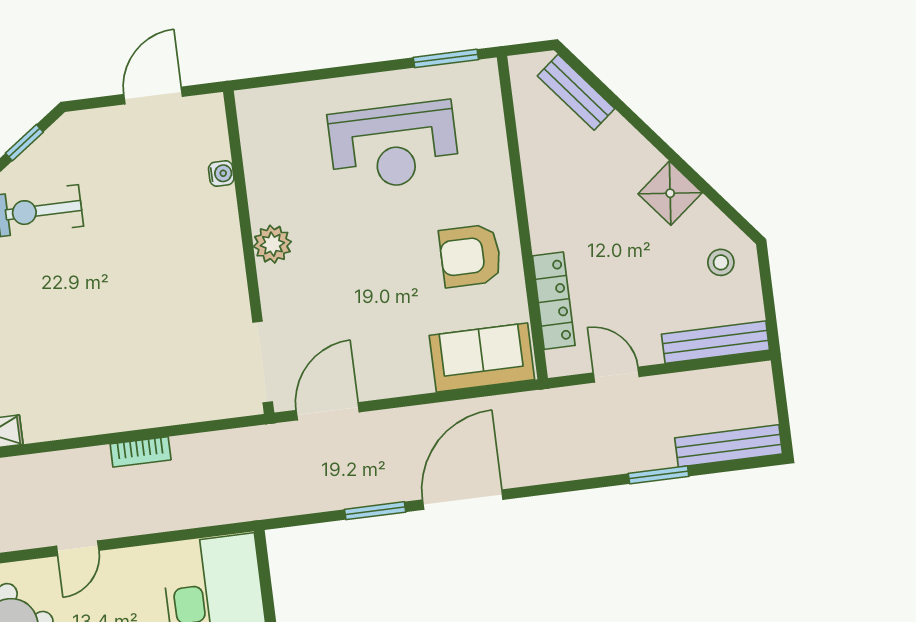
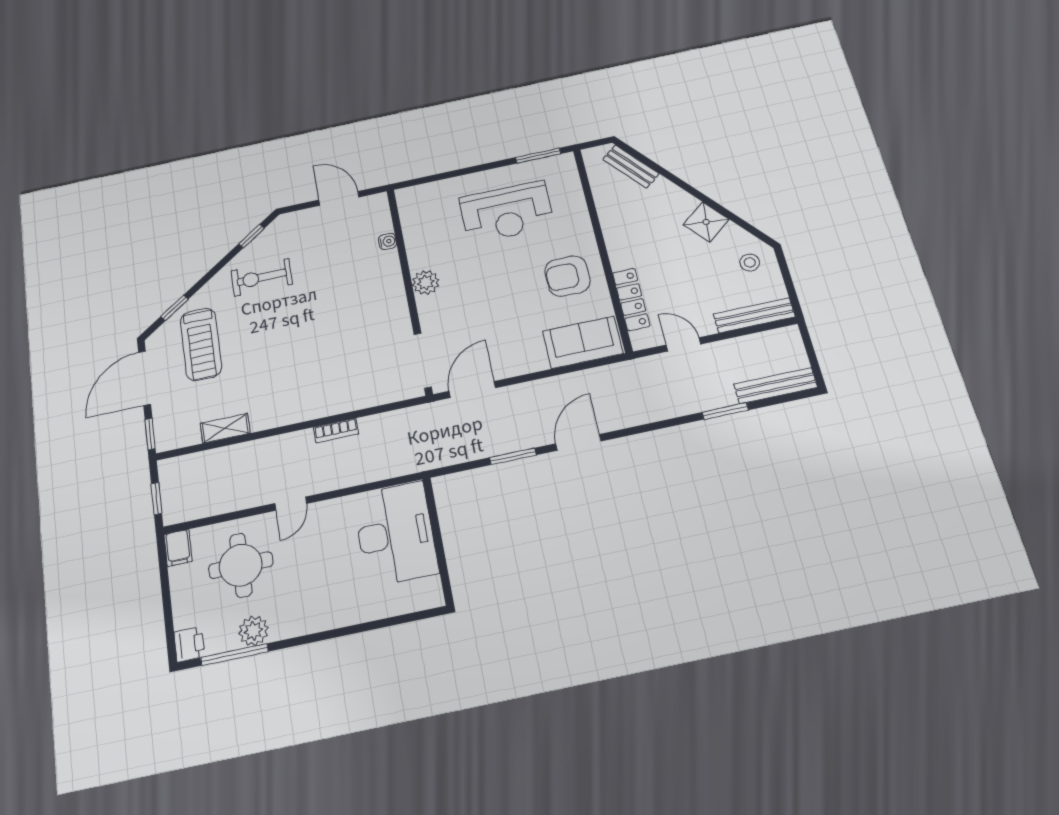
door: (153, 95) -> (339, 198), hinge flipped
door: (463, 500) -> (578, 442), width x0.73

